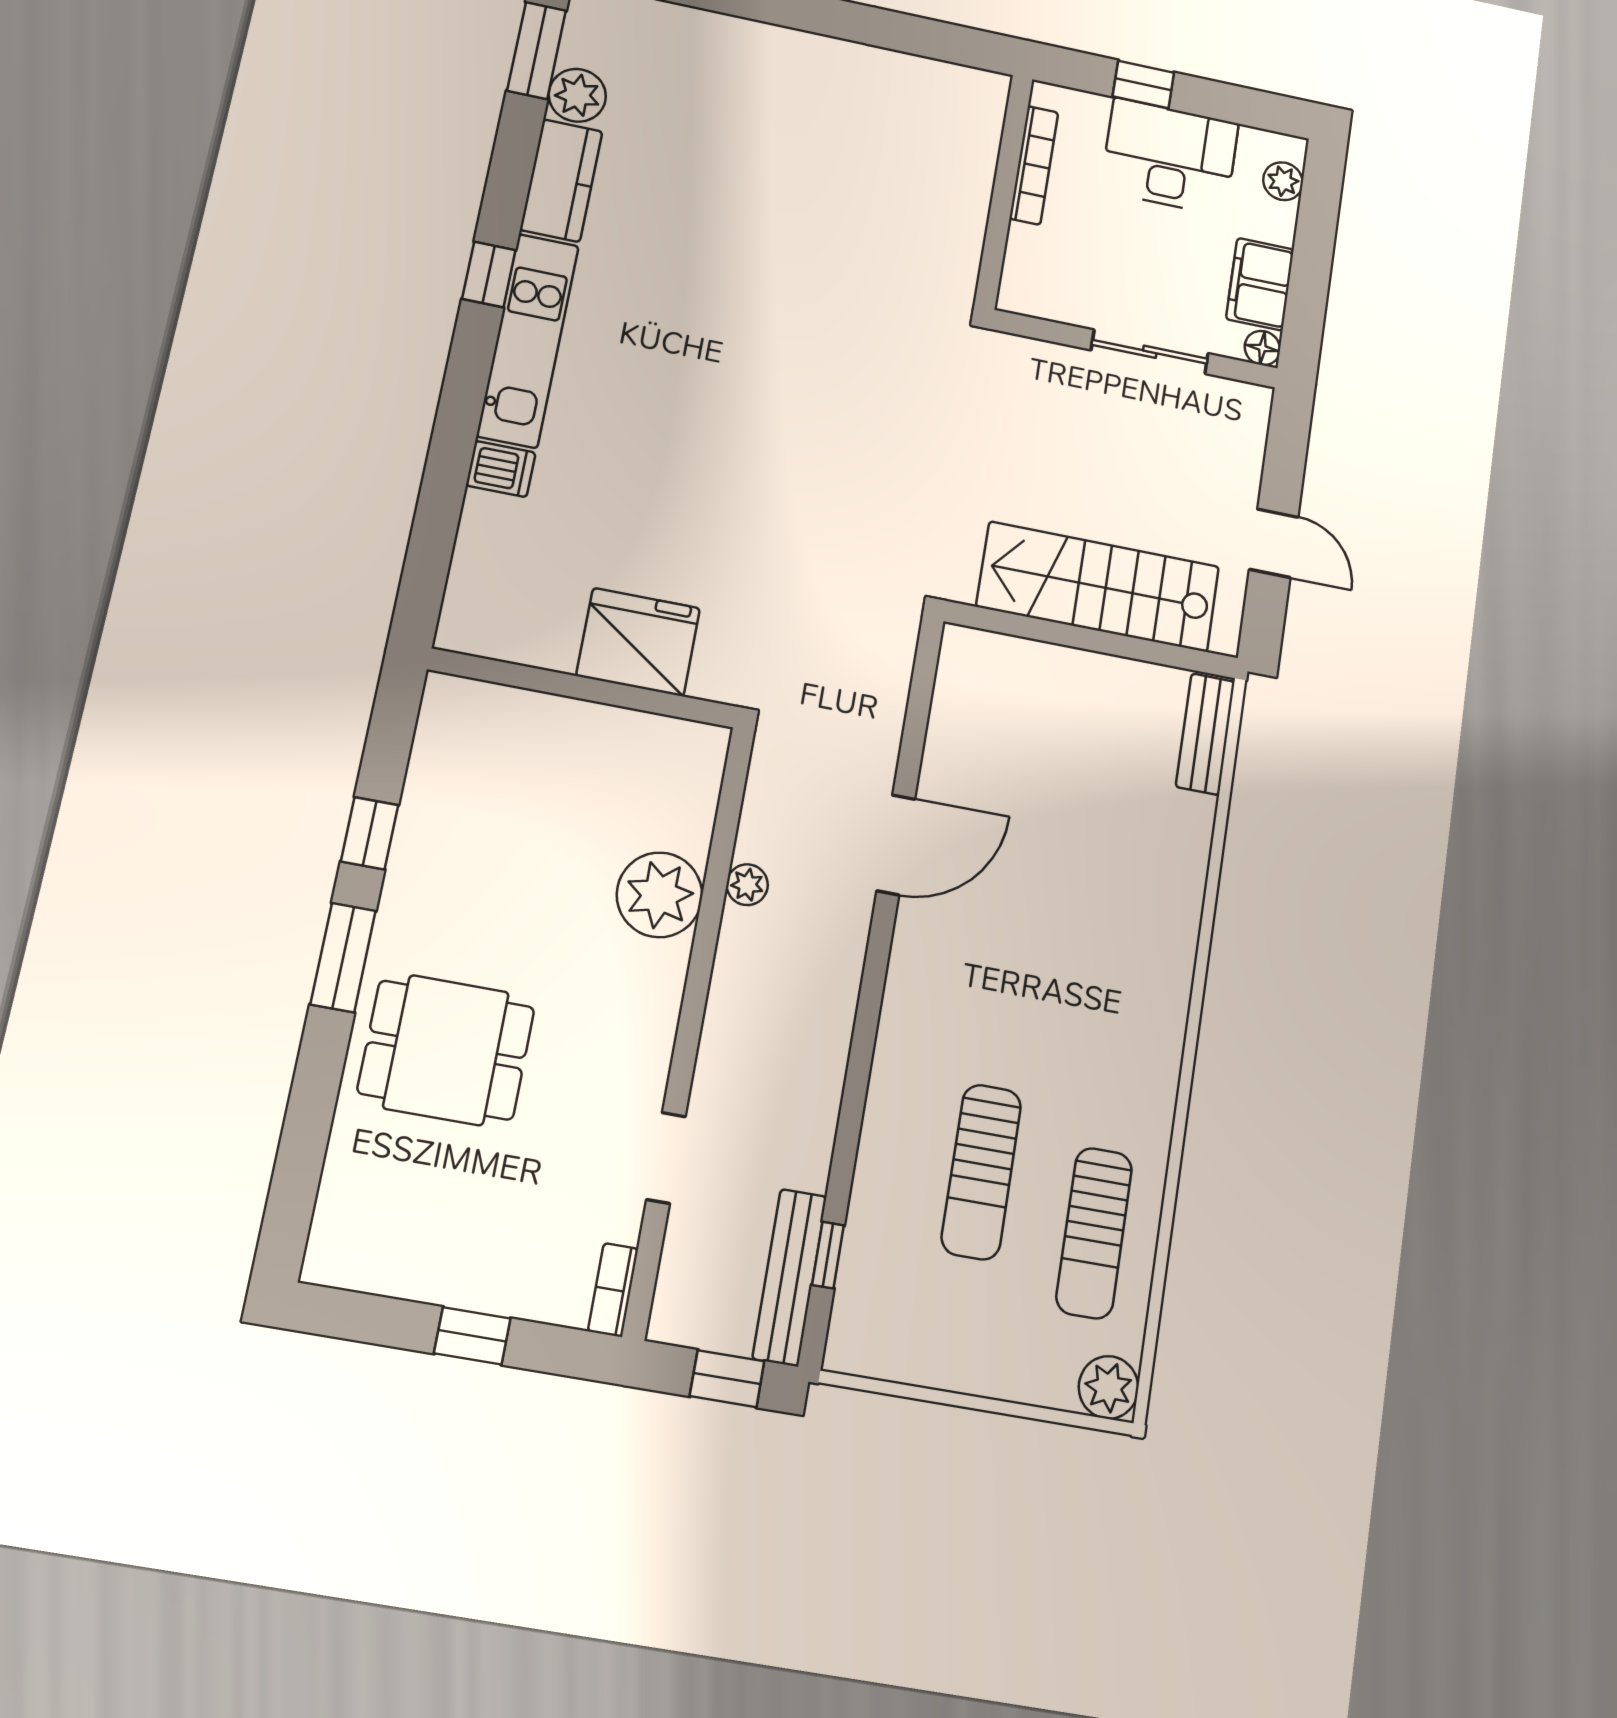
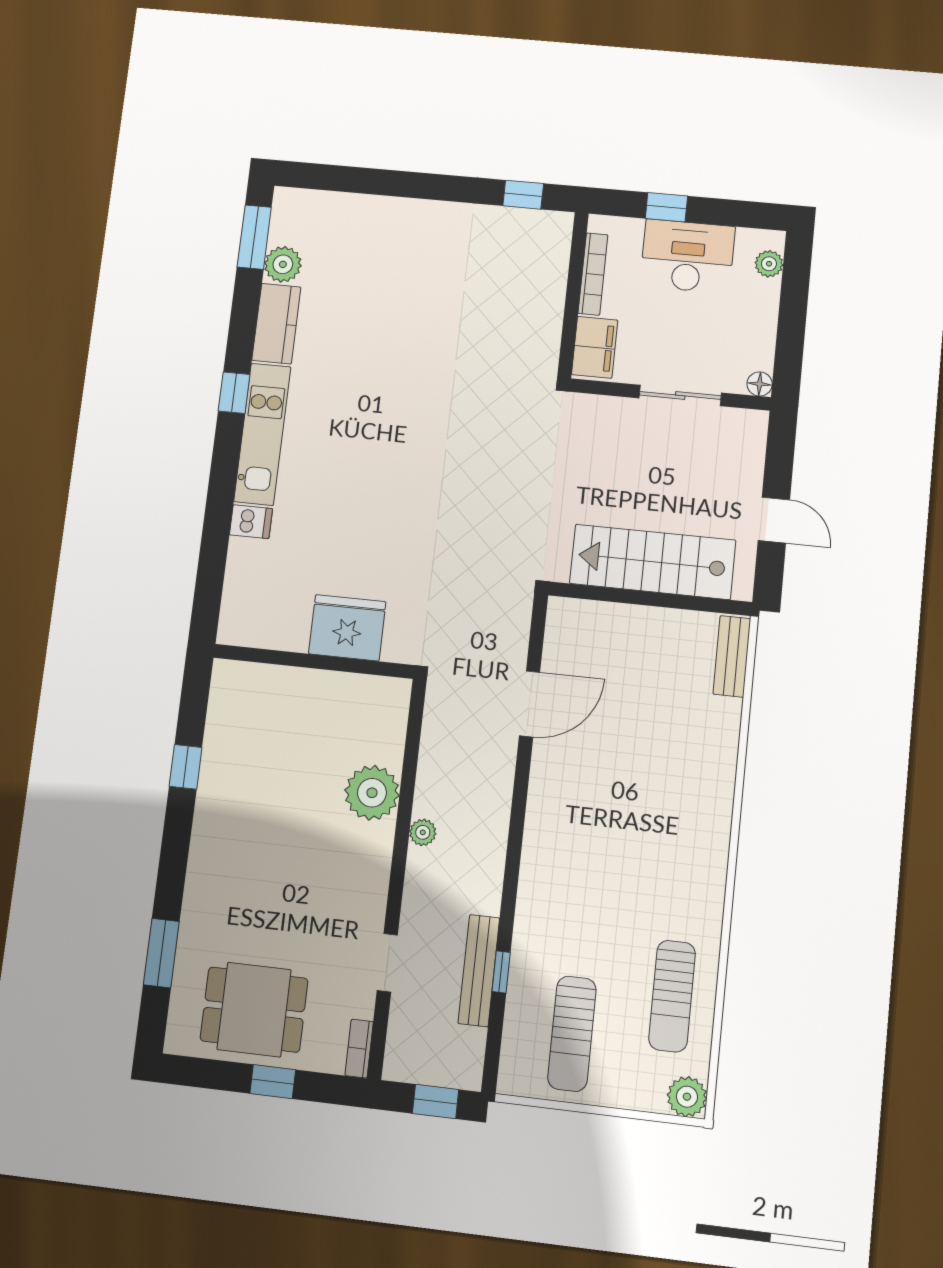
window: (940, 41) -> (523, 195), added
filing cabinet: (1260, 284) -> (595, 347), moved, turned 180
door: (896, 845) -> (530, 704), moved
plant: (747, 885) -> (423, 832), moved
window: (343, 958) -> (161, 953), moved
dining table: (446, 1050) -> (254, 1010), moved
sun lounger: (981, 1172) -> (572, 1034), moved
window: (828, 1255) -> (501, 972), moved
bench: (790, 1277) -> (479, 971), moved

